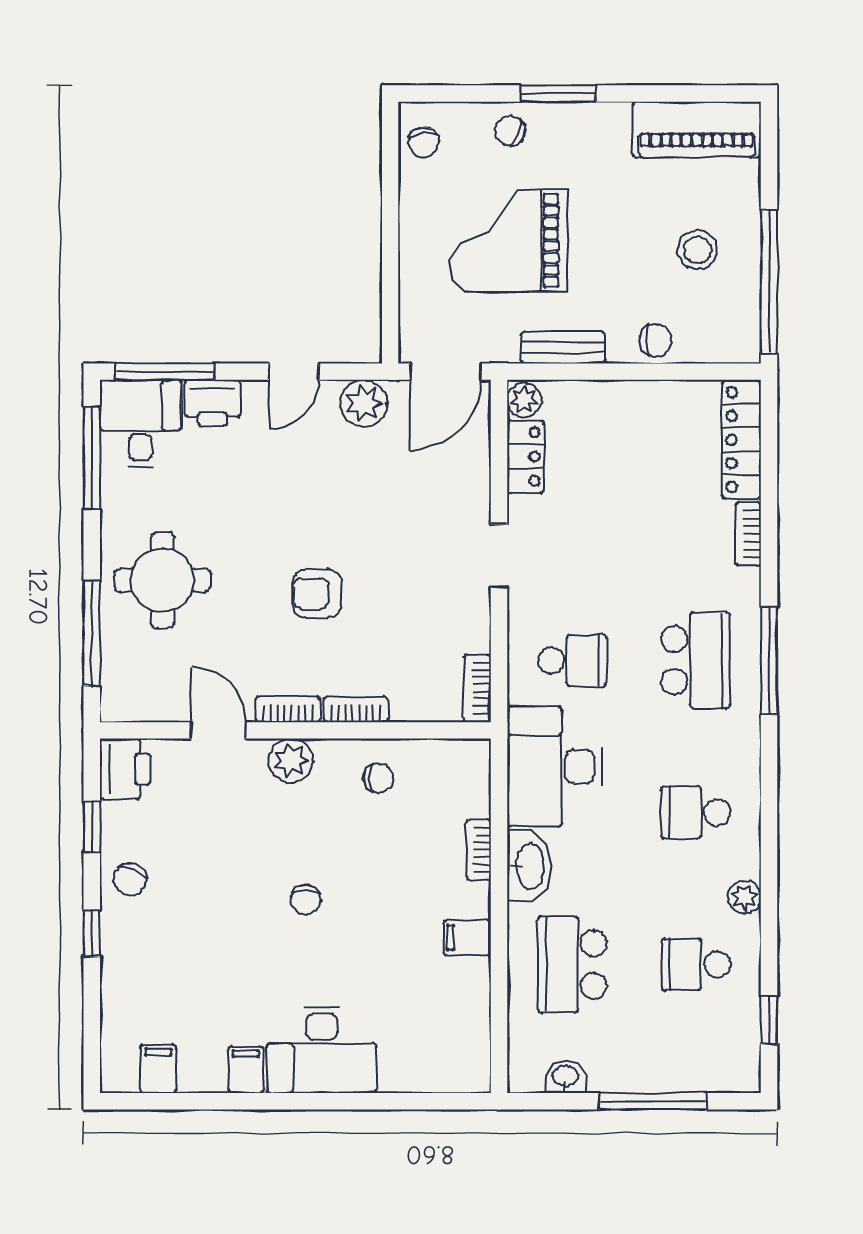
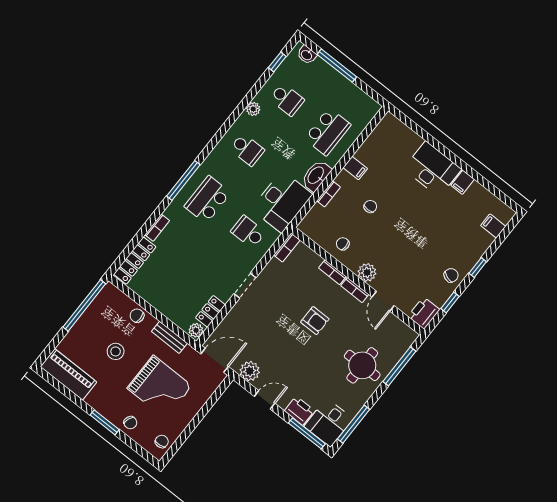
stool: (698, 250) -> (116, 351), moved
chair: (306, 900) -> (370, 207), moved
filing cabinet: (158, 1069) -> (493, 226), moved, turned 90
washbasin: (566, 1077) -> (307, 55), moved

